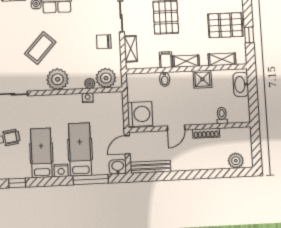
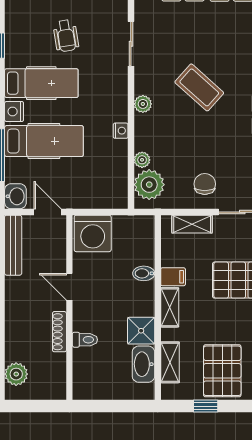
plant: (58, 79) -> (143, 104), width x0.53, depth x0.53
washbasin: (241, 84) -> (143, 364), moved, turned -90
nightstand: (88, 98) -> (121, 131), moved
toilet: (222, 116) -> (85, 340), moved

